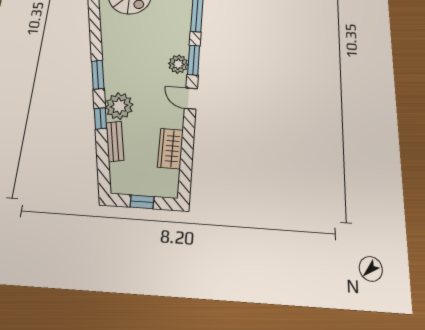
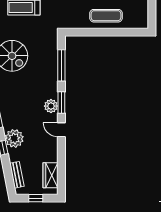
bench: (115, 141) -> (17, 175), moved
wardrobe: (170, 149) -> (50, 175), moved

